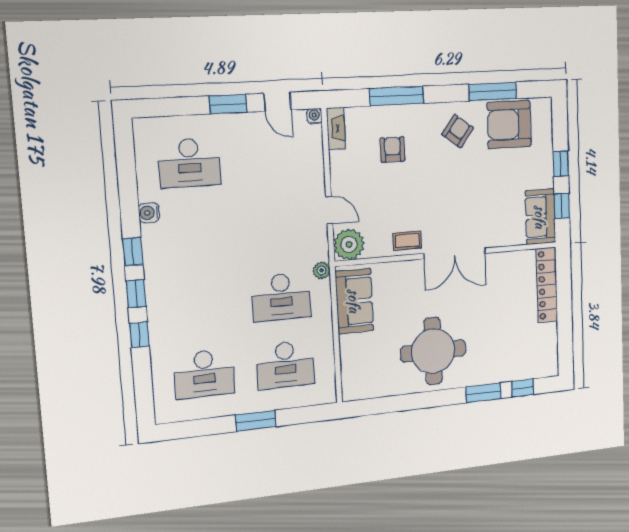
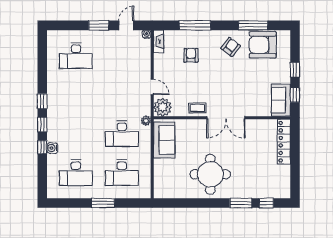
door: (277, 102) -> (126, 25), swing flipped
water cooler: (149, 213) -> (52, 148), moved

